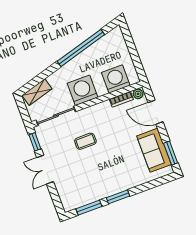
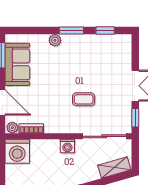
washing machine: (116, 79) -> (17, 151), moved
washing machine: (83, 90) -> (67, 146), width x0.53, depth x0.53
plant: (129, 183) -> (55, 40), added
window: (89, 208) -> (105, 31), width x0.67

